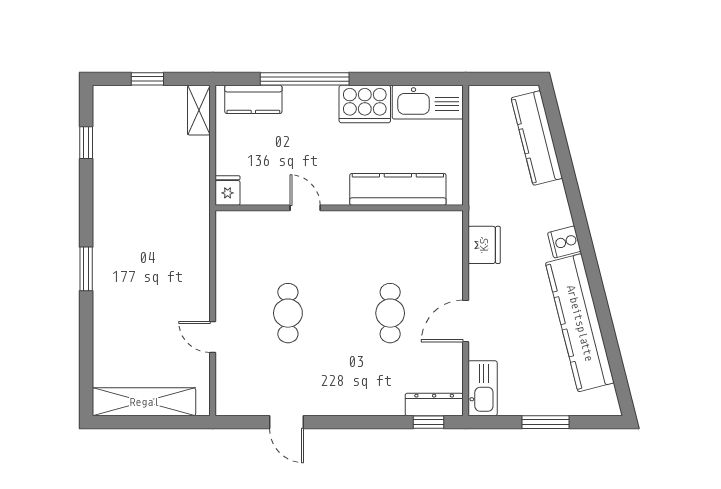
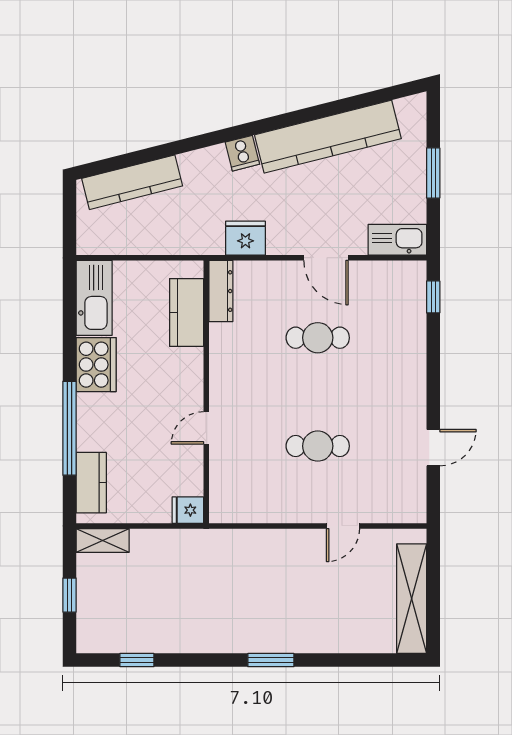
kitchen counter: (398, 189) -> (187, 312), width x0.67
dresser: (434, 404) -> (221, 291), moved, turned 180

